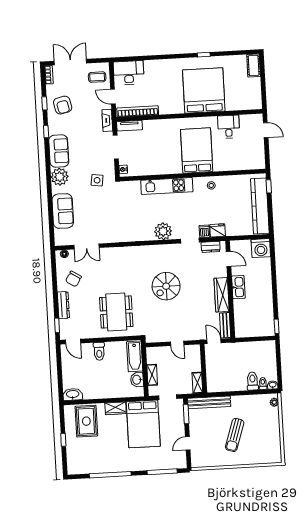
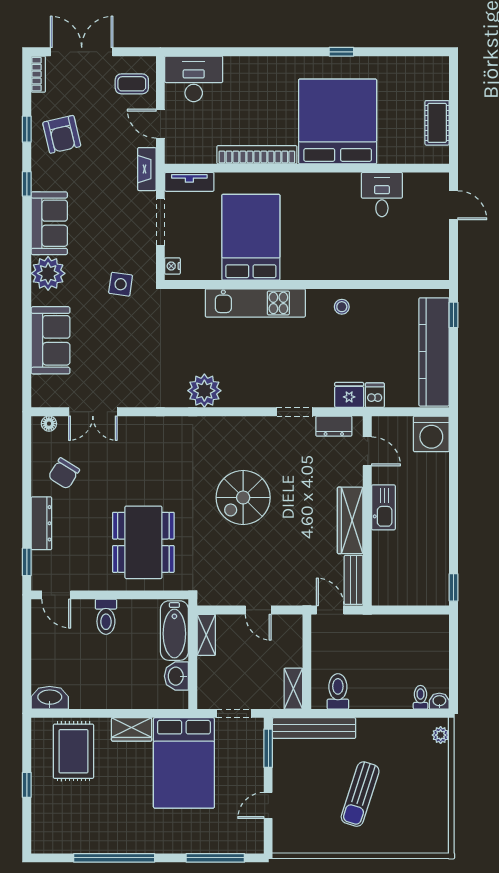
cot: (254, 66) -> (437, 123), moved
bookcase: (138, 111) -> (257, 155), moved
bed: (197, 150) -> (251, 237), moved
plant: (163, 231) -> (204, 391), moved
dishwasher: (204, 231) -> (375, 395), moved
shelving: (152, 375) -> (206, 635), moved
toilet: (253, 381) -> (338, 691), moved

